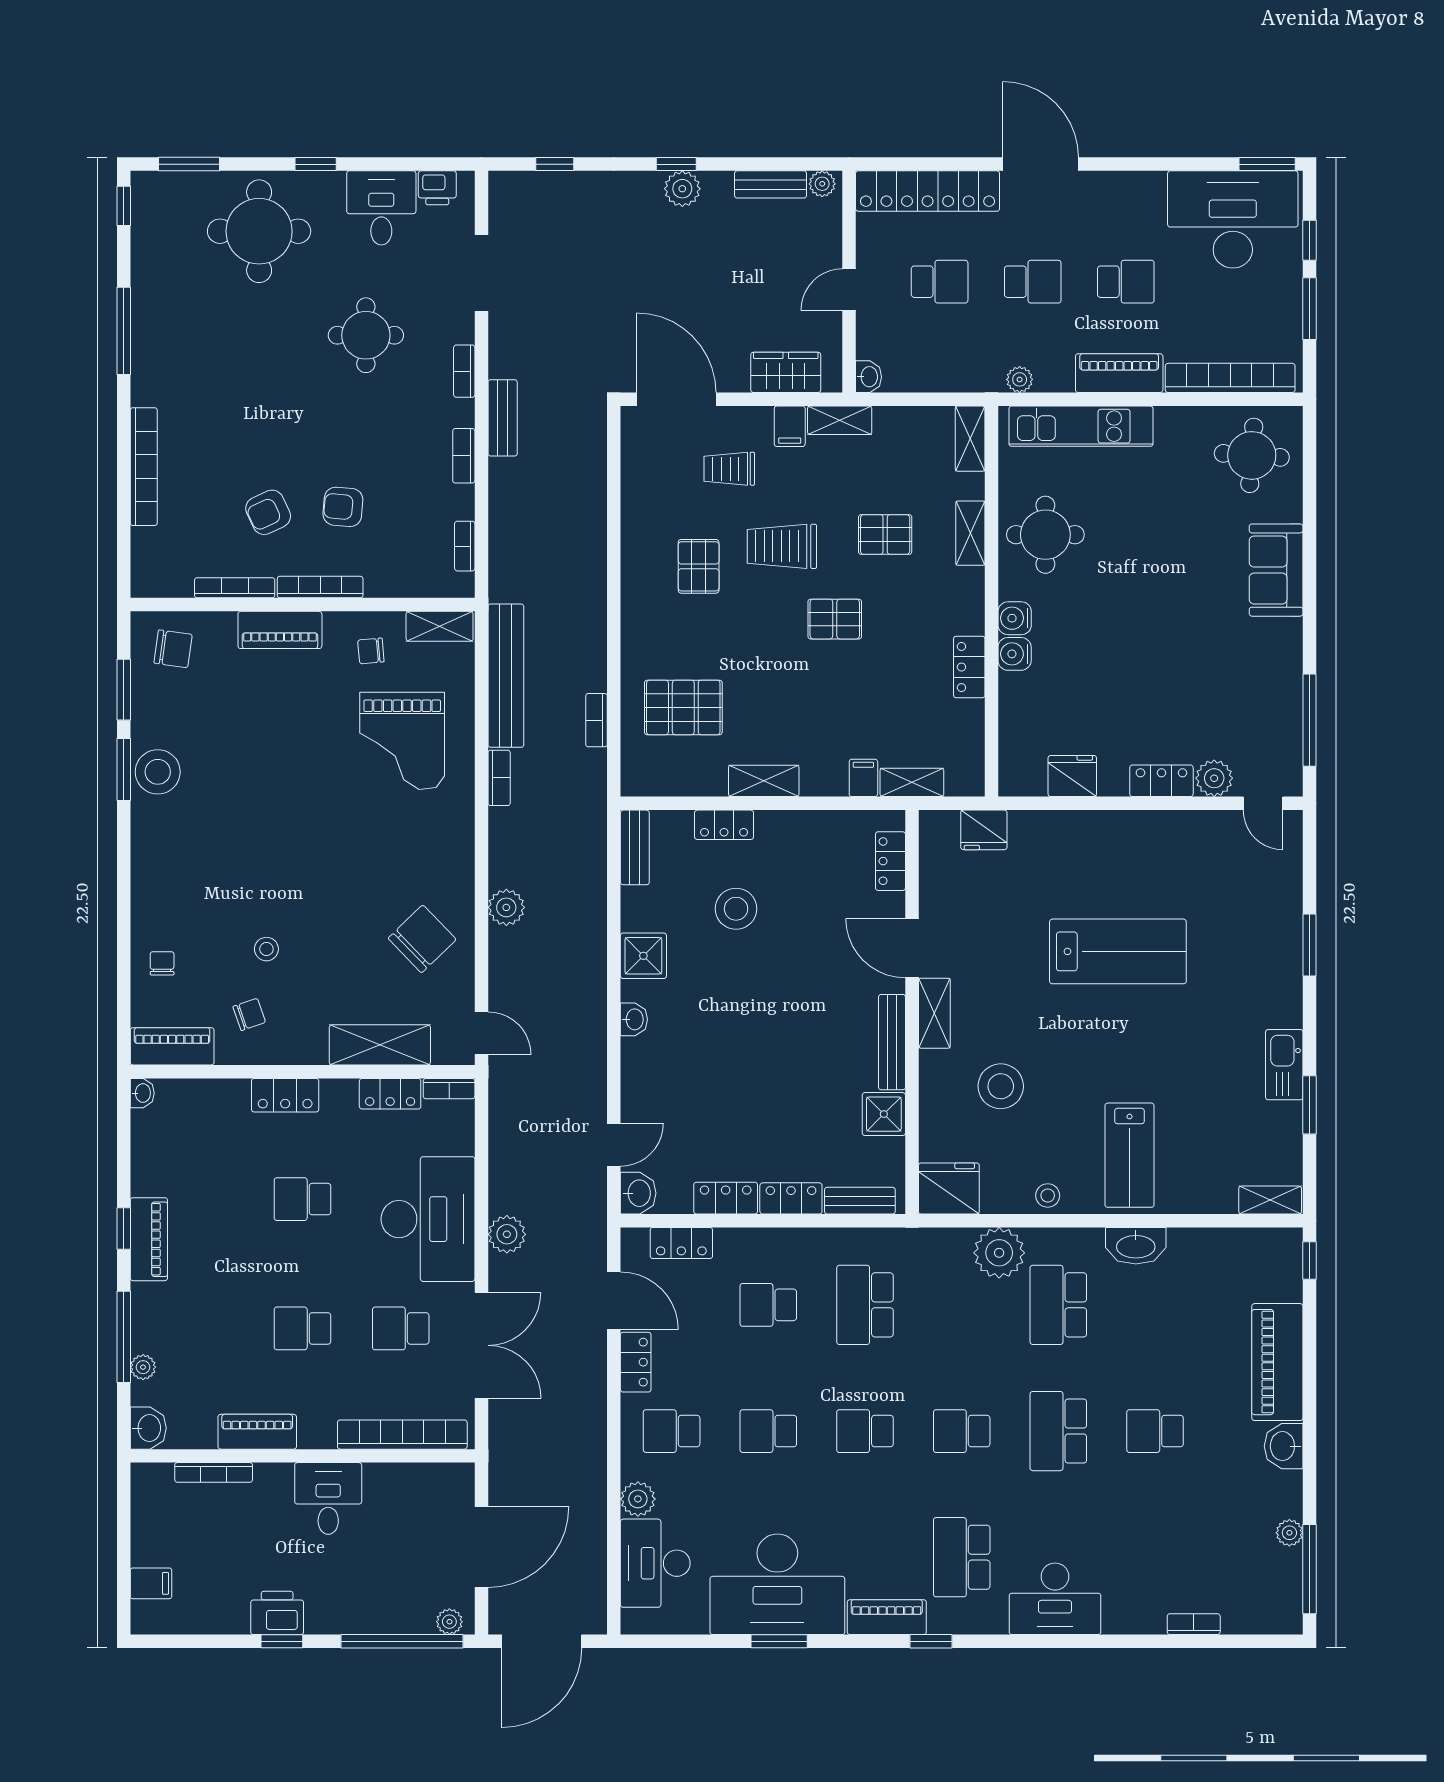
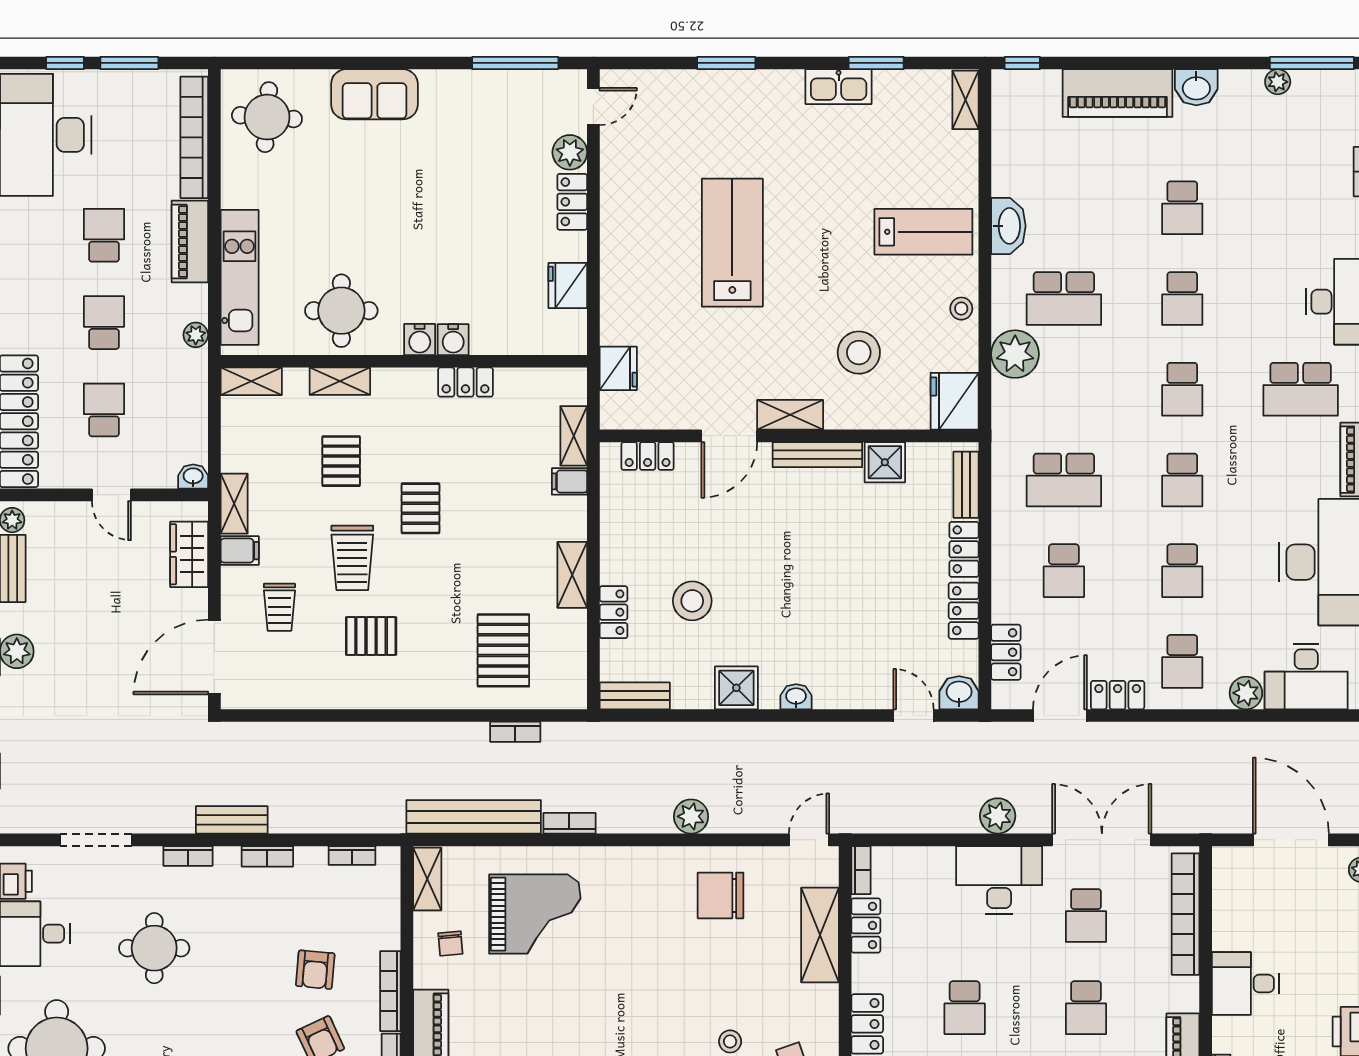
chair: (422, 939) -> (721, 895), turned -46
desk: (428, 1219) -> (999, 880), width x0.73, depth x0.77
school desk: (1058, 1431) -> (1182, 299), width x0.54

